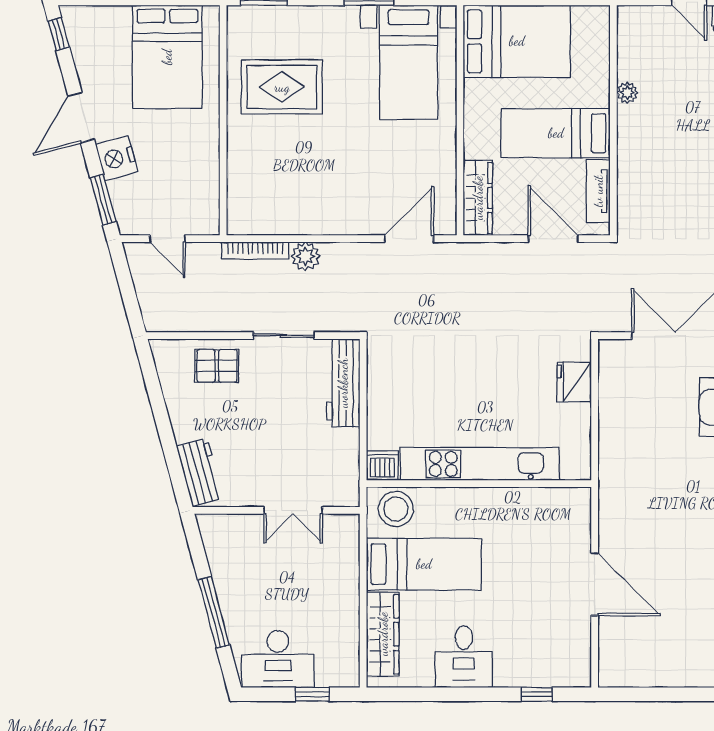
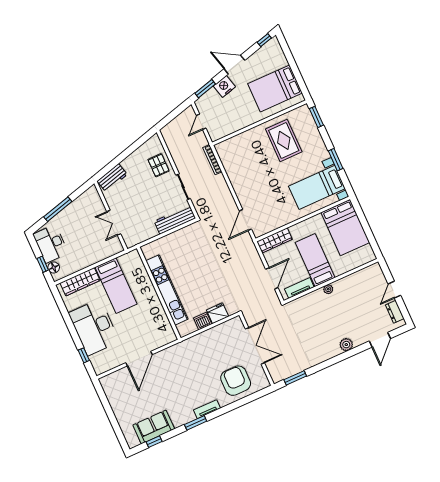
plant: (627, 93) -> (328, 289), moved
door: (409, 239) -> (245, 220), swing flipped
plant: (305, 256) -> (219, 181), removed
dishwasher: (382, 465) -> (203, 321), moved, turned -90
stool: (396, 509) -> (133, 264), removed
desk: (464, 657) -> (94, 327), width x1.87, depth x1.30
floor lamp: (329, 675) -> (54, 267), added

